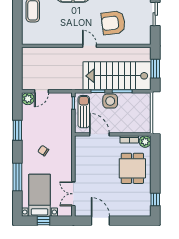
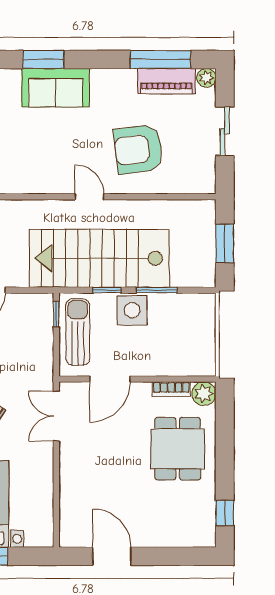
stairs: (117, 76) -> (99, 258), moved
door: (99, 134) -> (110, 379), swing flipped
double door: (73, 194) -> (56, 416), moved

